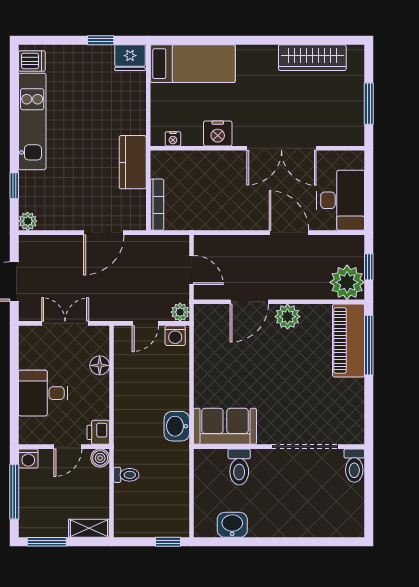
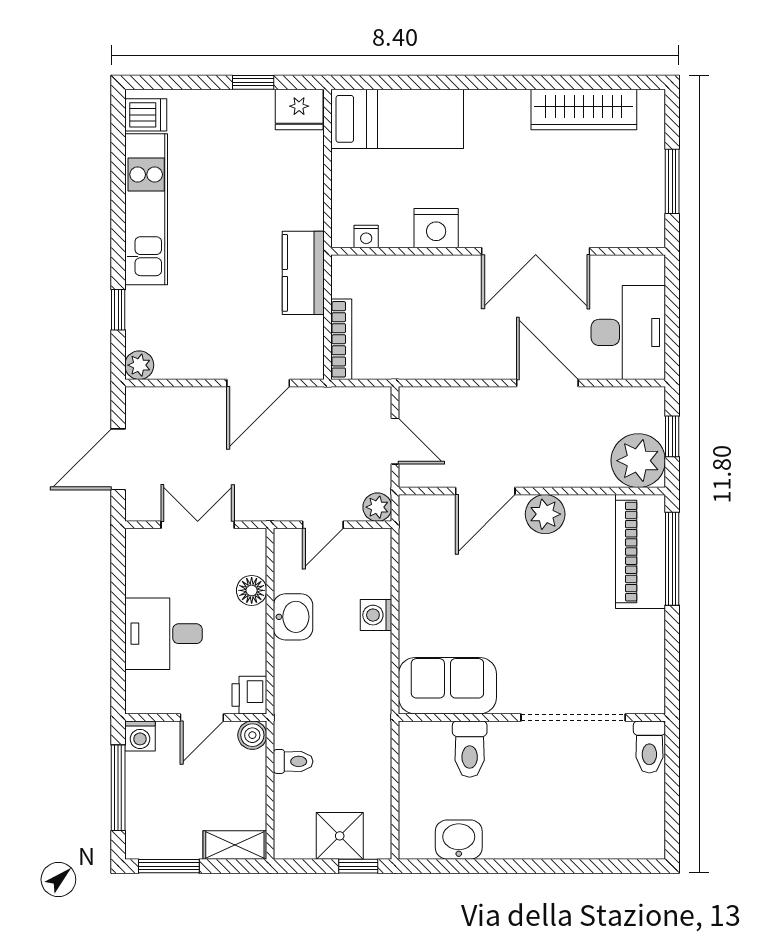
washing machine: (175, 336) -> (376, 615), moved, turned 90
washbasin: (177, 426) -> (293, 617), moved, turned 180
shower: (156, 522) -> (340, 836), added

